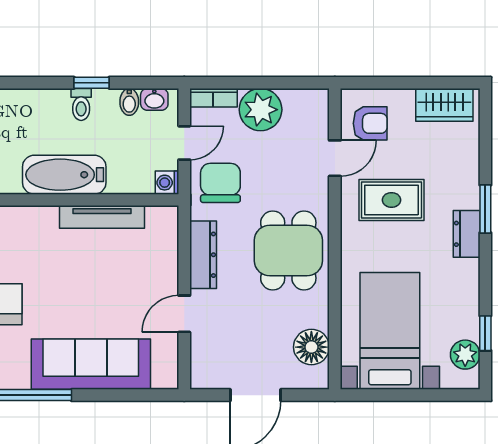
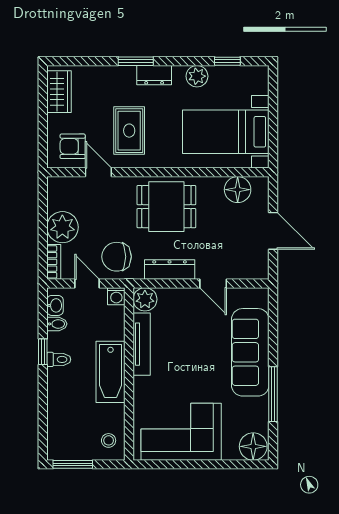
armchair: (370, 123) -> (73, 146), turned -90
plant: (163, 221) -> (145, 299), added
plant: (465, 355) -> (197, 76), moved

